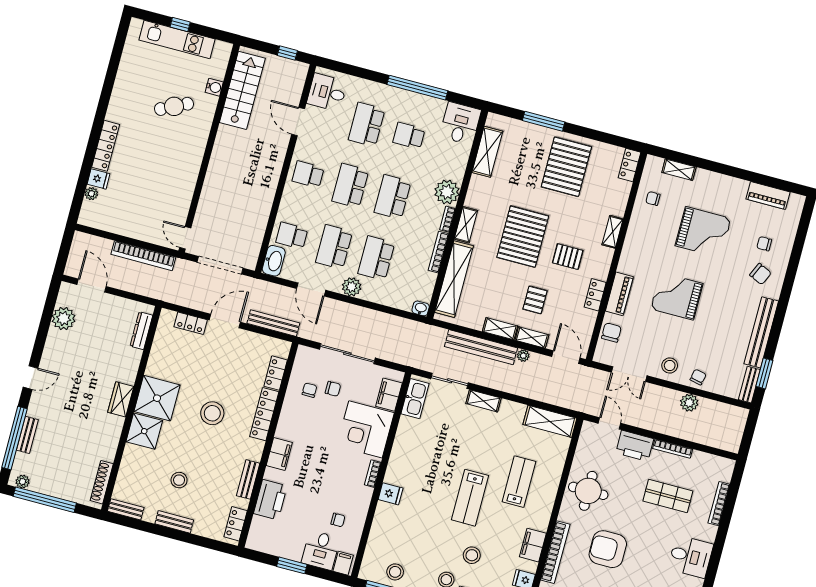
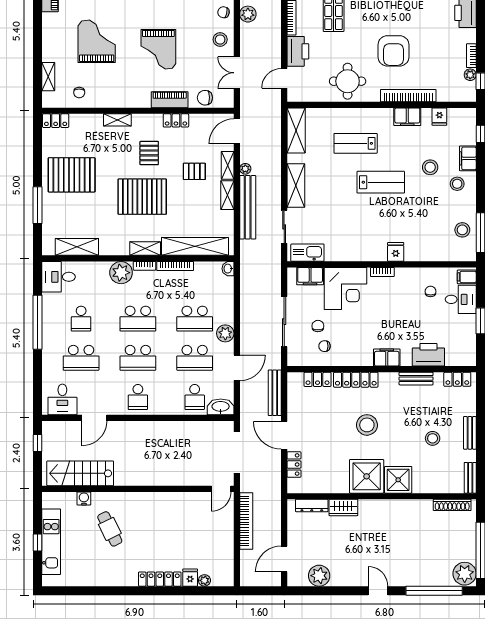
double door: (629, 374) -> (237, 73), swing flipped
wardrobe: (121, 399) -> (343, 507), moved
shelving: (483, 401) -> (296, 185), width x1.50, depth x1.33
bench: (27, 435) -> (428, 580), removed
plant: (23, 482) -> (465, 574), width x1.87, depth x1.87

